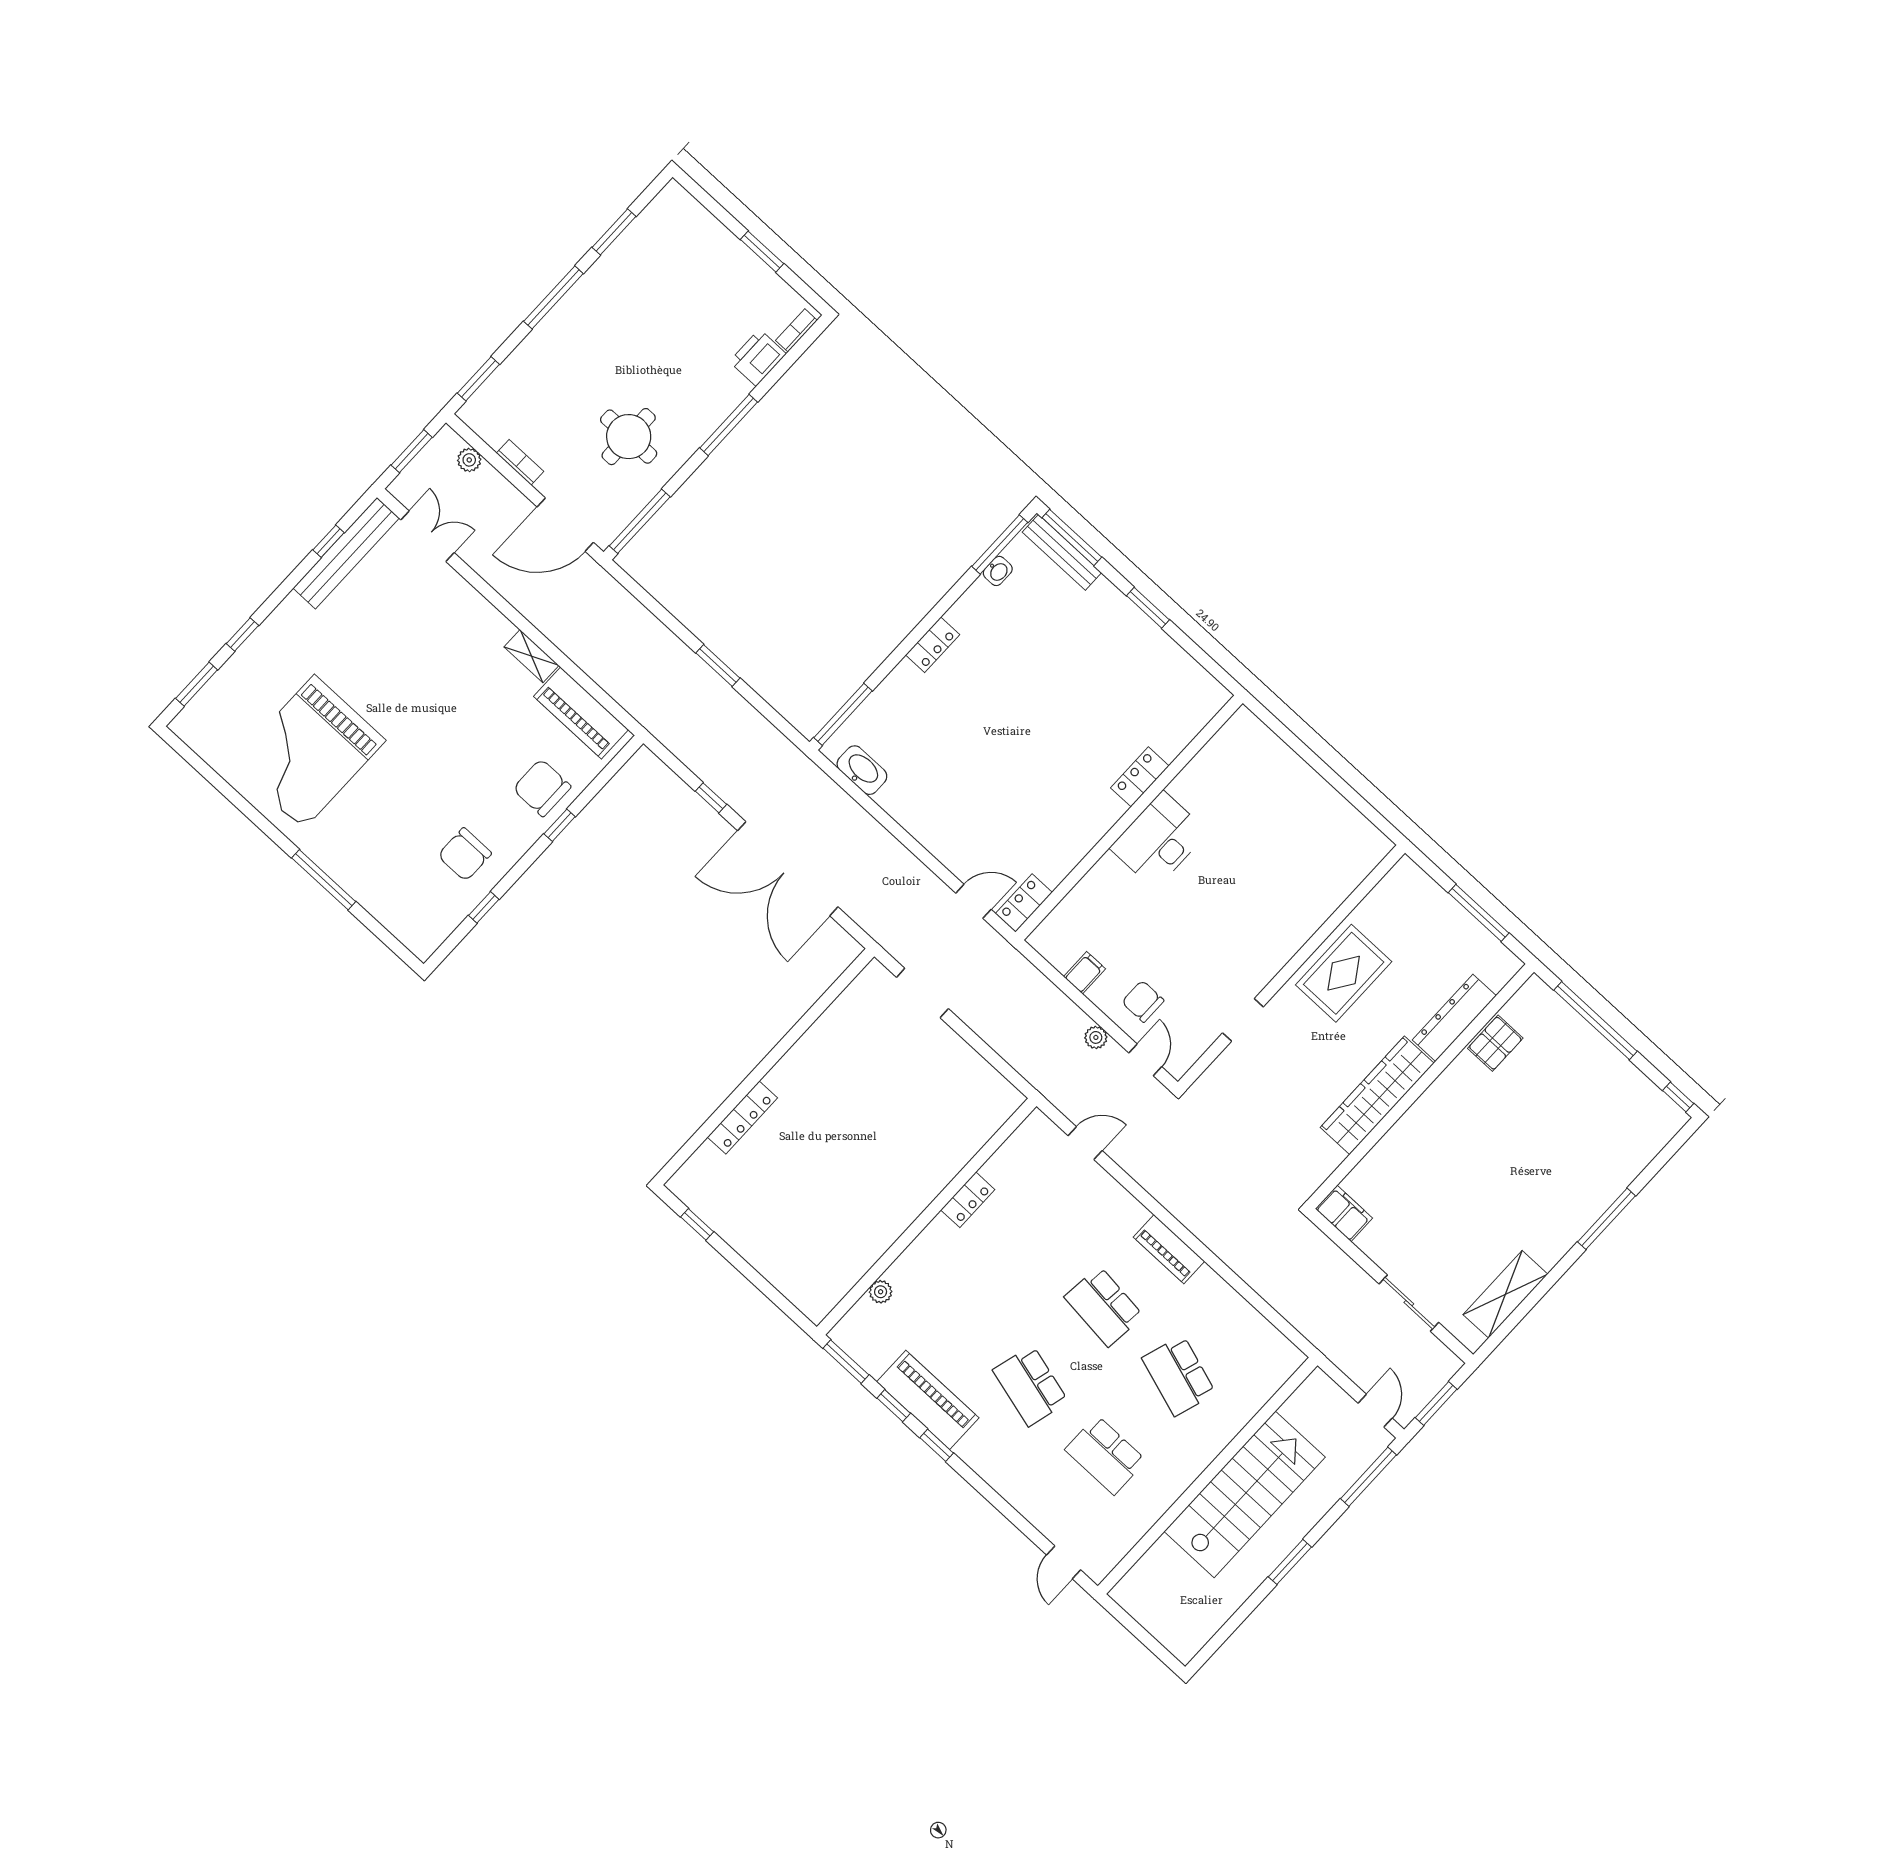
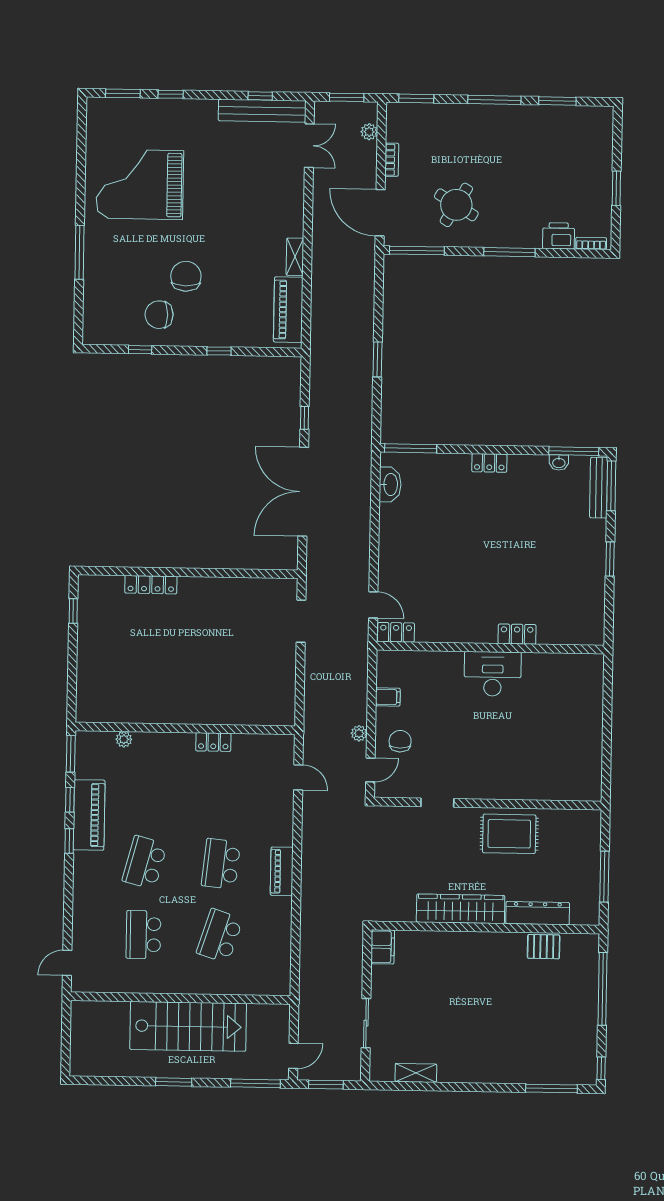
round table: (629, 437) -> (456, 205), turned 31
chair: (542, 788) -> (186, 276), moved
window: (1606, 1219) -> (551, 1089), moved
shelving: (1505, 1294) -> (416, 1073), width x0.67, depth x0.75

